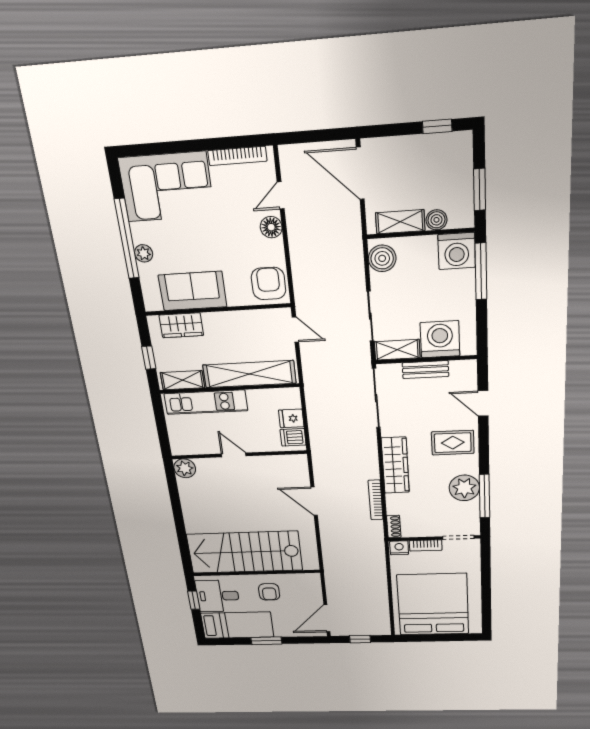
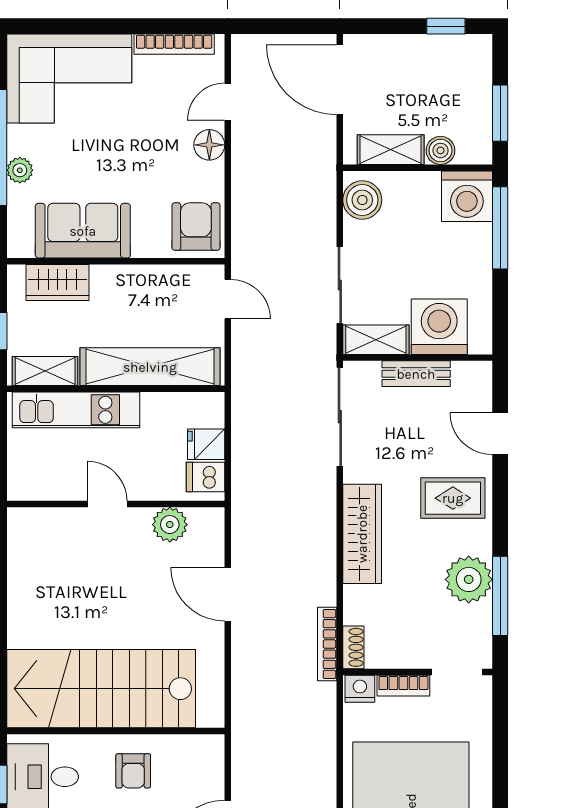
plant: (185, 468) -> (170, 525), moved
bookcase: (376, 500) -> (327, 644), moved

